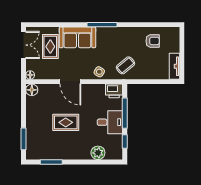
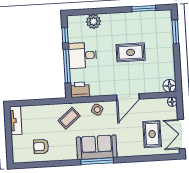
sofa: (77, 37) -> (97, 147), moved
door: (70, 82) -> (128, 97), swing flipped

